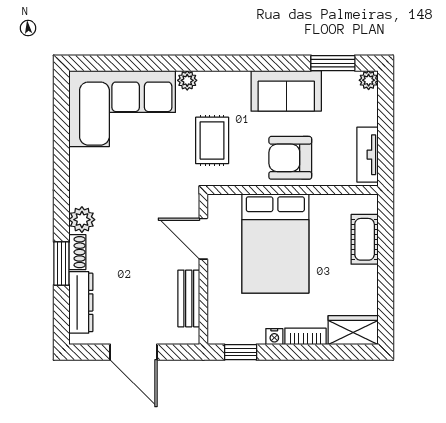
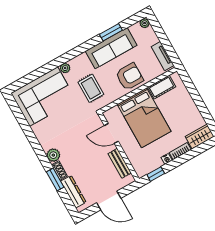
window: (333, 63) -> (111, 32), moved
sofa: (286, 91) -> (111, 48), width x1.36
armchair: (290, 158) -> (129, 77), turned 180
cot: (365, 239) -> (162, 87), moved, turned 90

